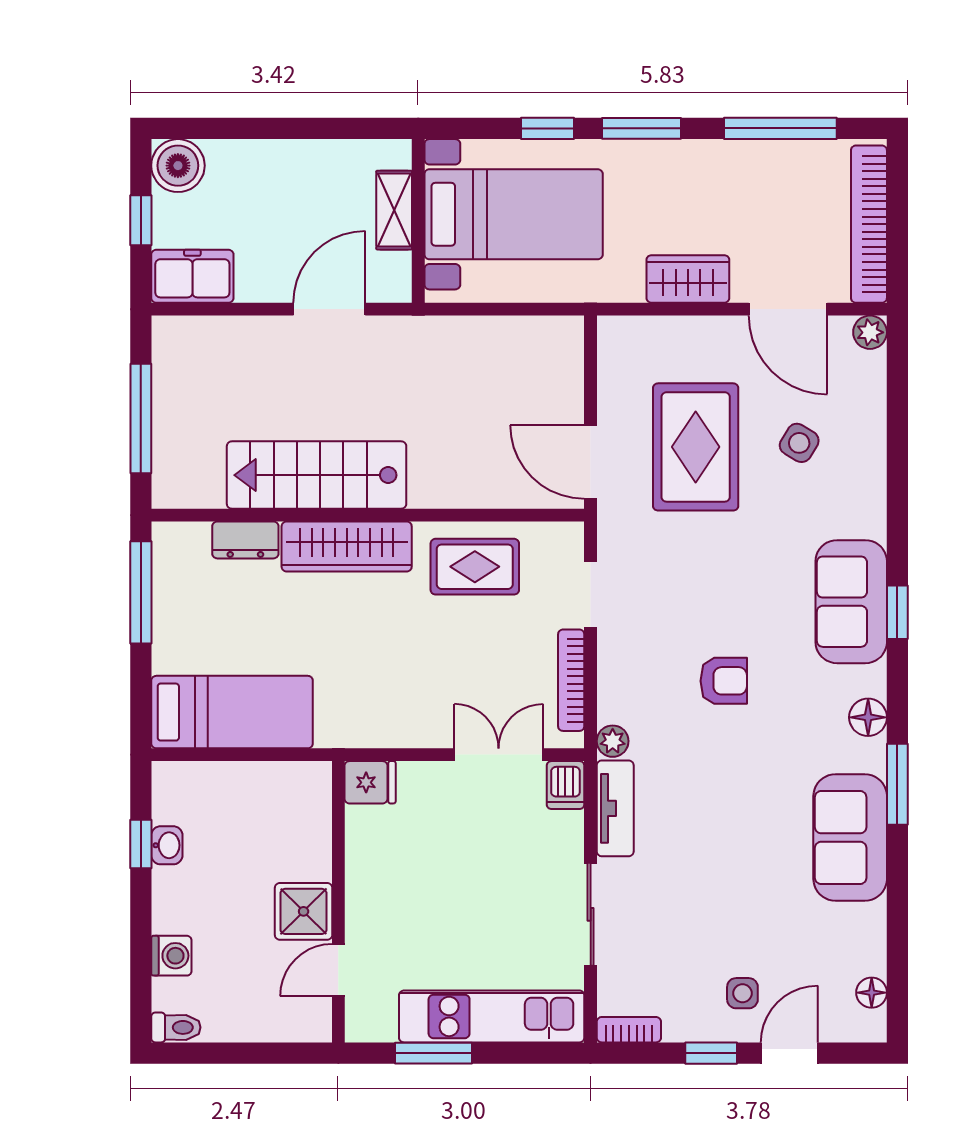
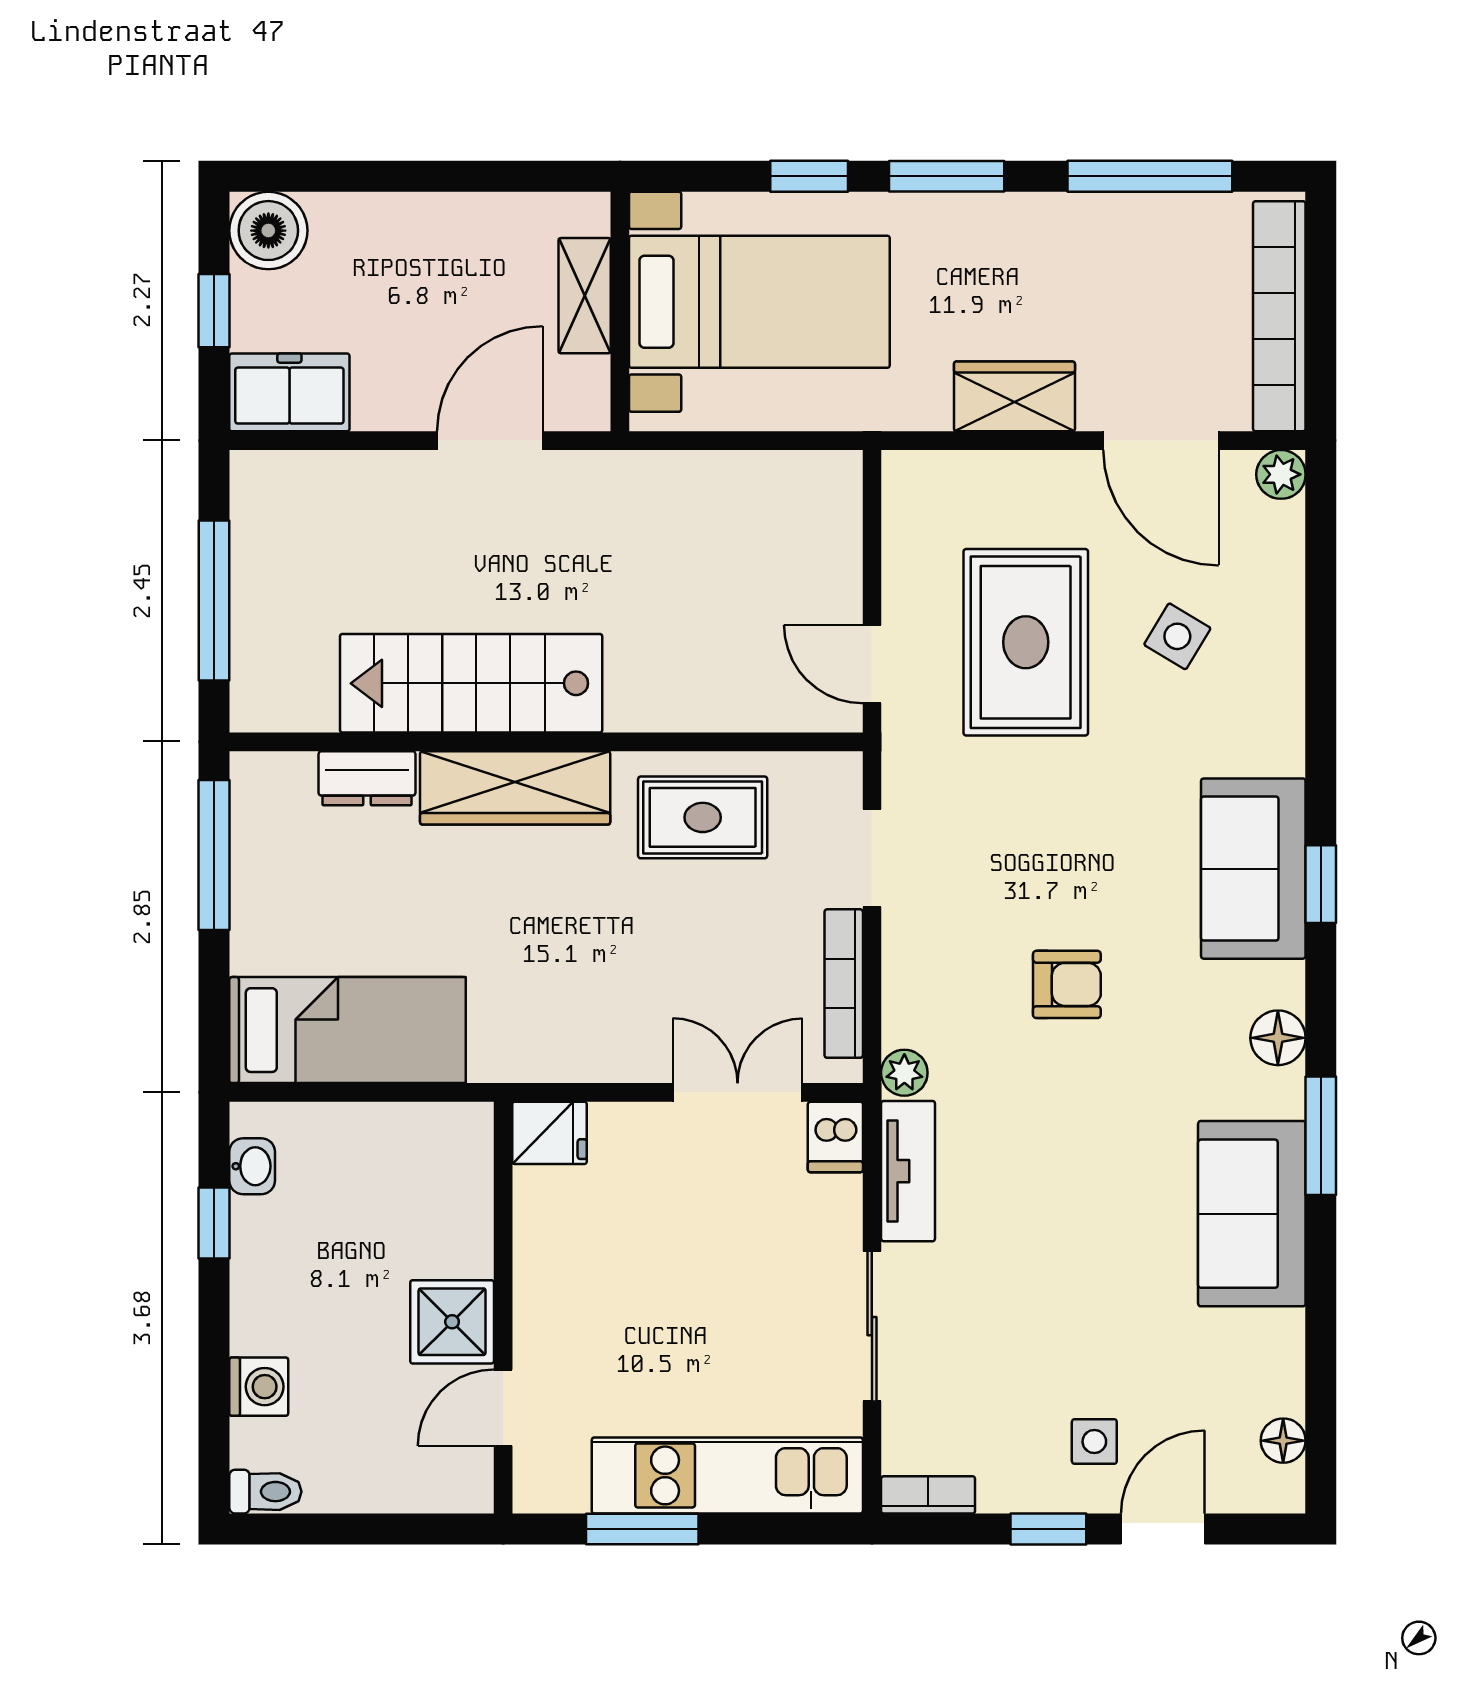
door: (591, 462) -> (872, 664), width x0.73
washbasin: (167, 845) -> (252, 1166), moved

